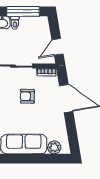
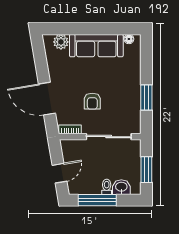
door: (58, 47) -> (60, 173), moved
armchair: (27, 96) -> (92, 101), turned 90

